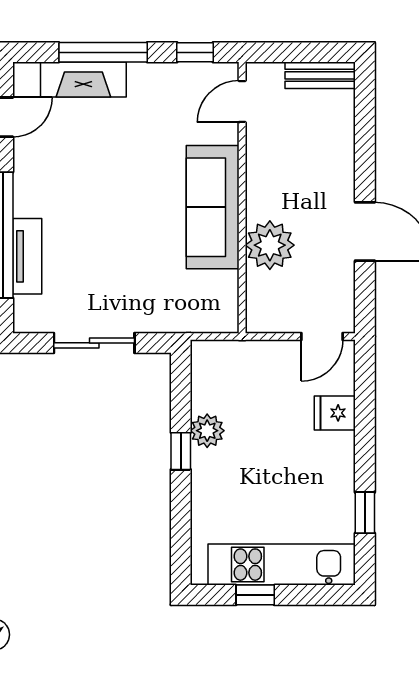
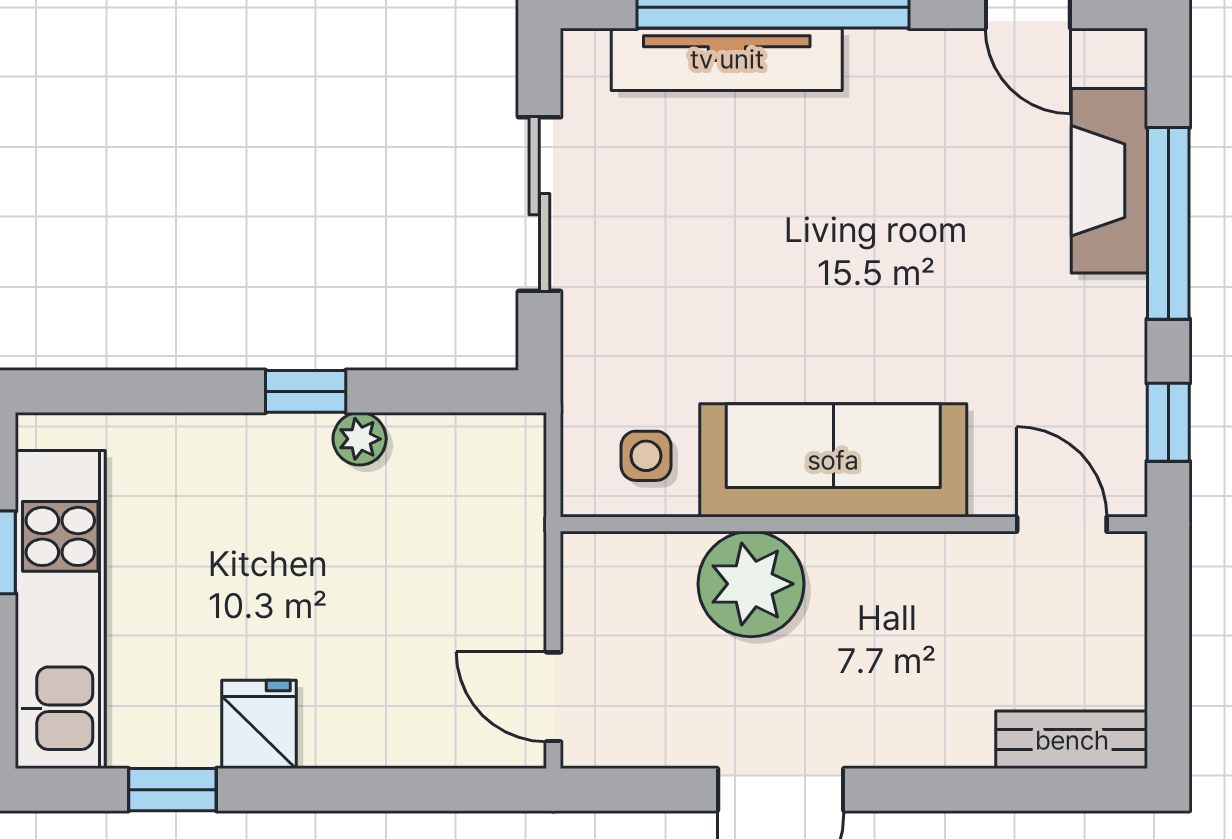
bench: (320, 75) -> (1072, 740), moved, turned 90
tv unit: (27, 256) -> (727, 59), width x1.41
side table: (211, 294) -> (646, 456), added
fridge: (335, 413) -> (259, 724), moved
plant: (207, 431) -> (360, 439), width x0.73, depth x0.73

